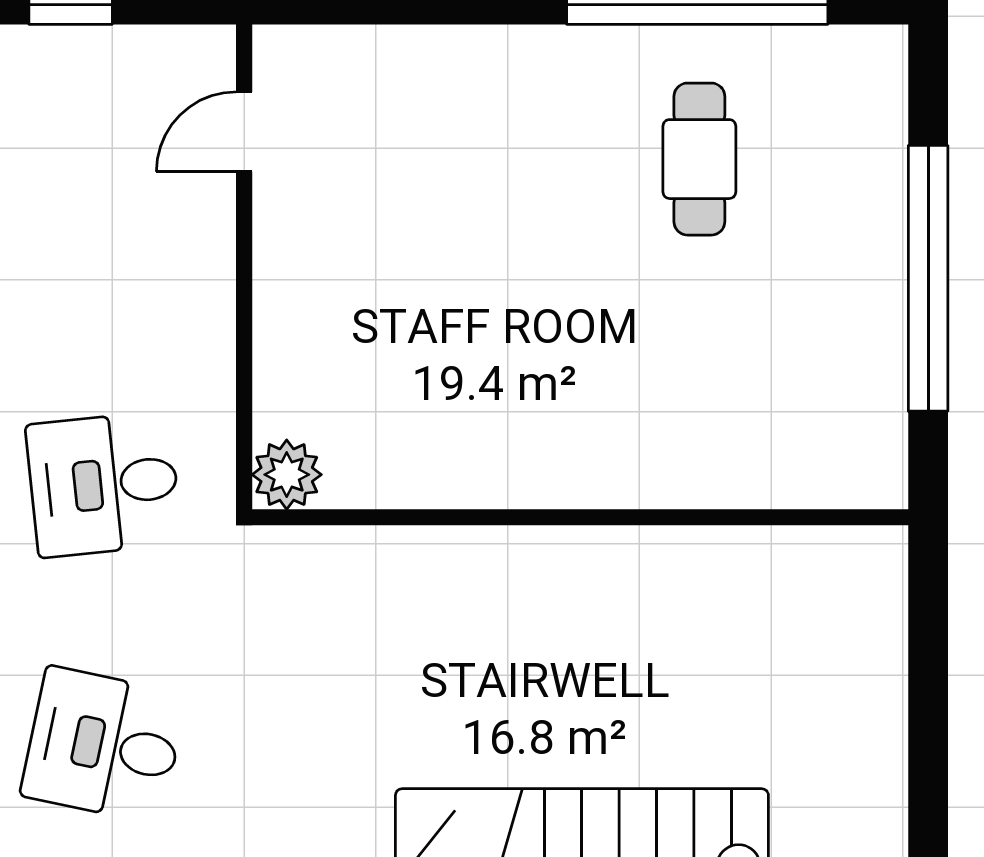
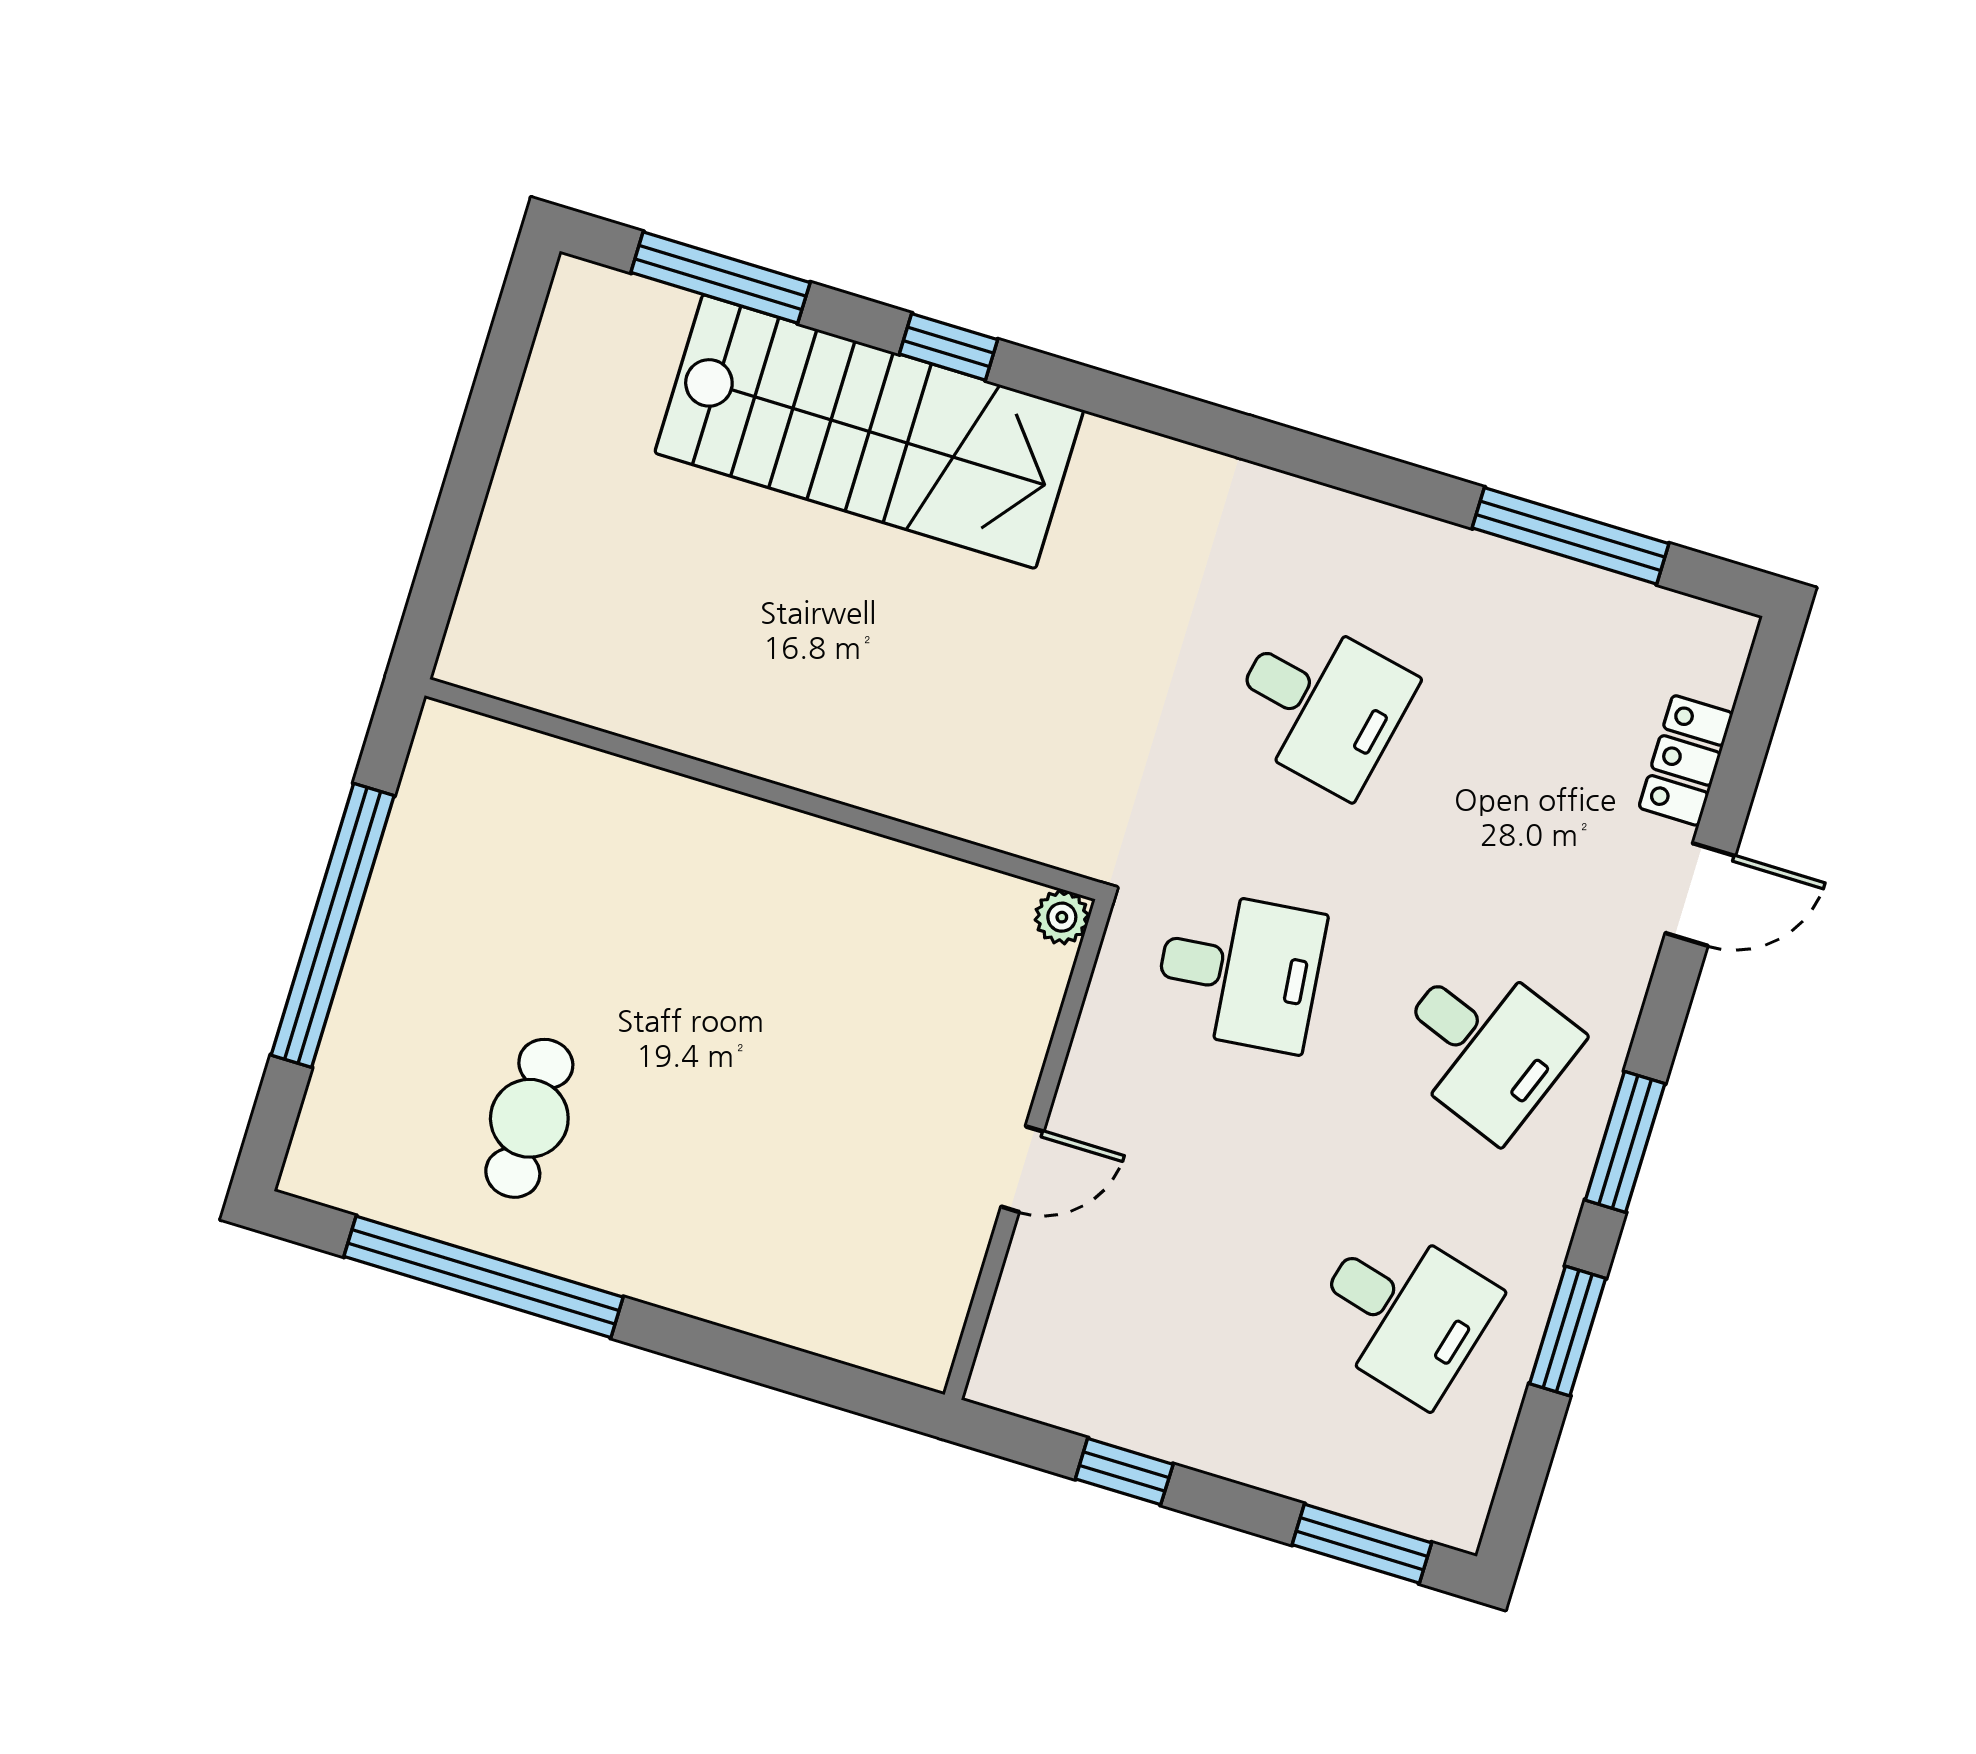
door: (244, 132) -> (1022, 1169), moved
plant: (287, 475) -> (1062, 917), width x0.73, depth x0.73

